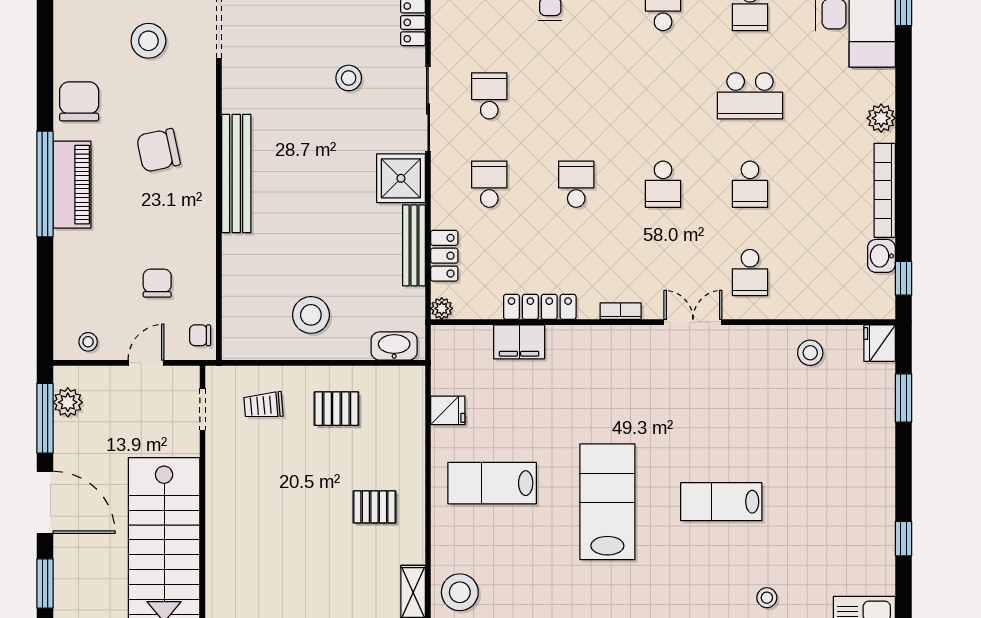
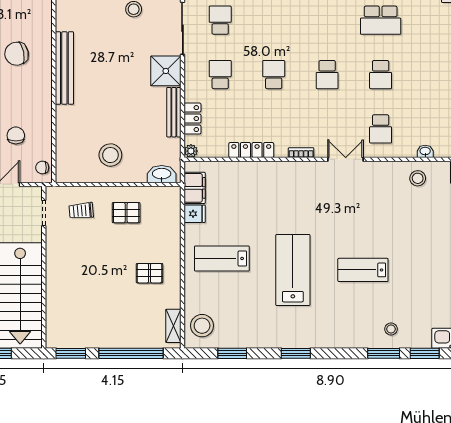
washbasin: (822, 309) -> (425, 151), added
filing cabinet: (519, 342) -> (195, 188), moved, turned -90

